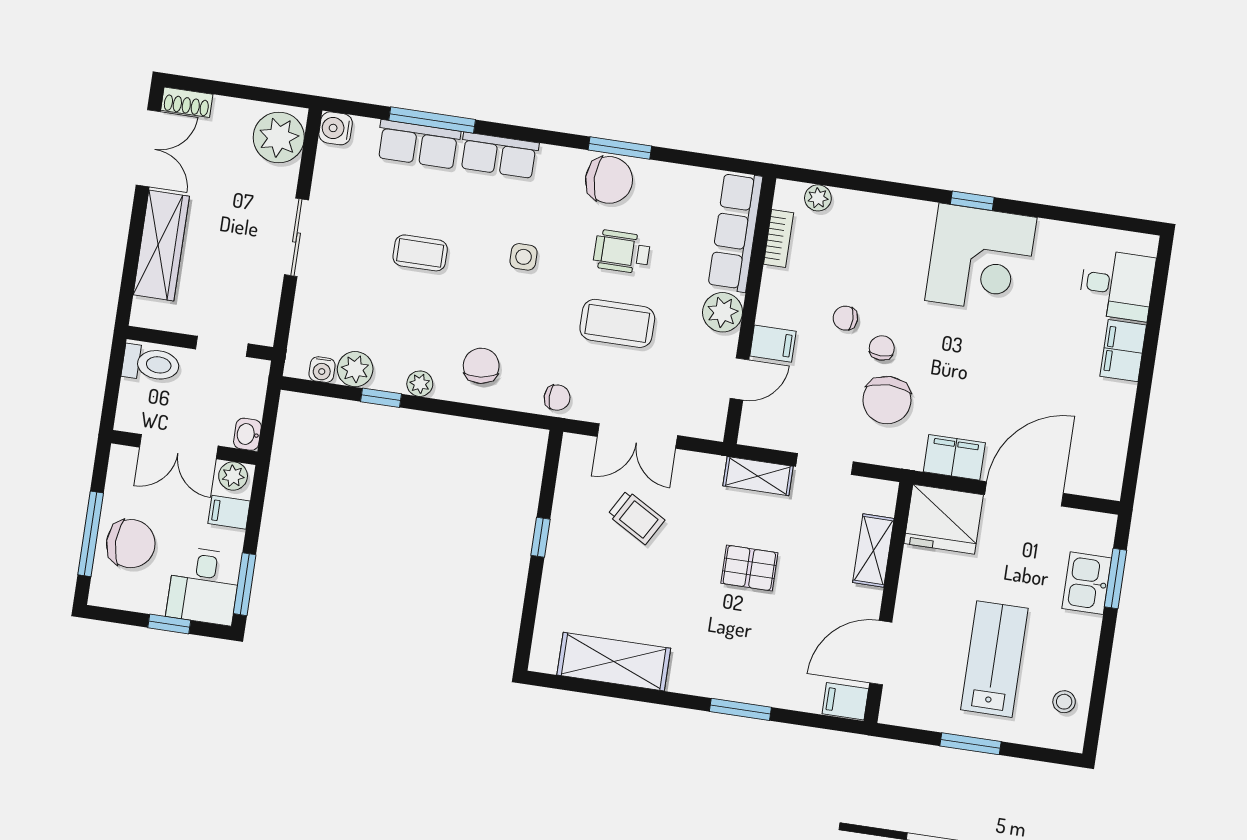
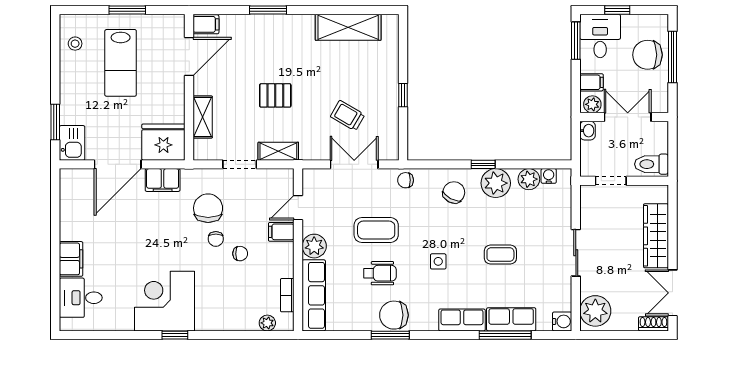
chair: (481, 366) -> (454, 192), turned -145
plant: (420, 384) -> (496, 183), width x1.87, depth x1.87
window: (381, 398) -> (483, 164), moved
kitchen sink: (1087, 583) -> (72, 143), moved

